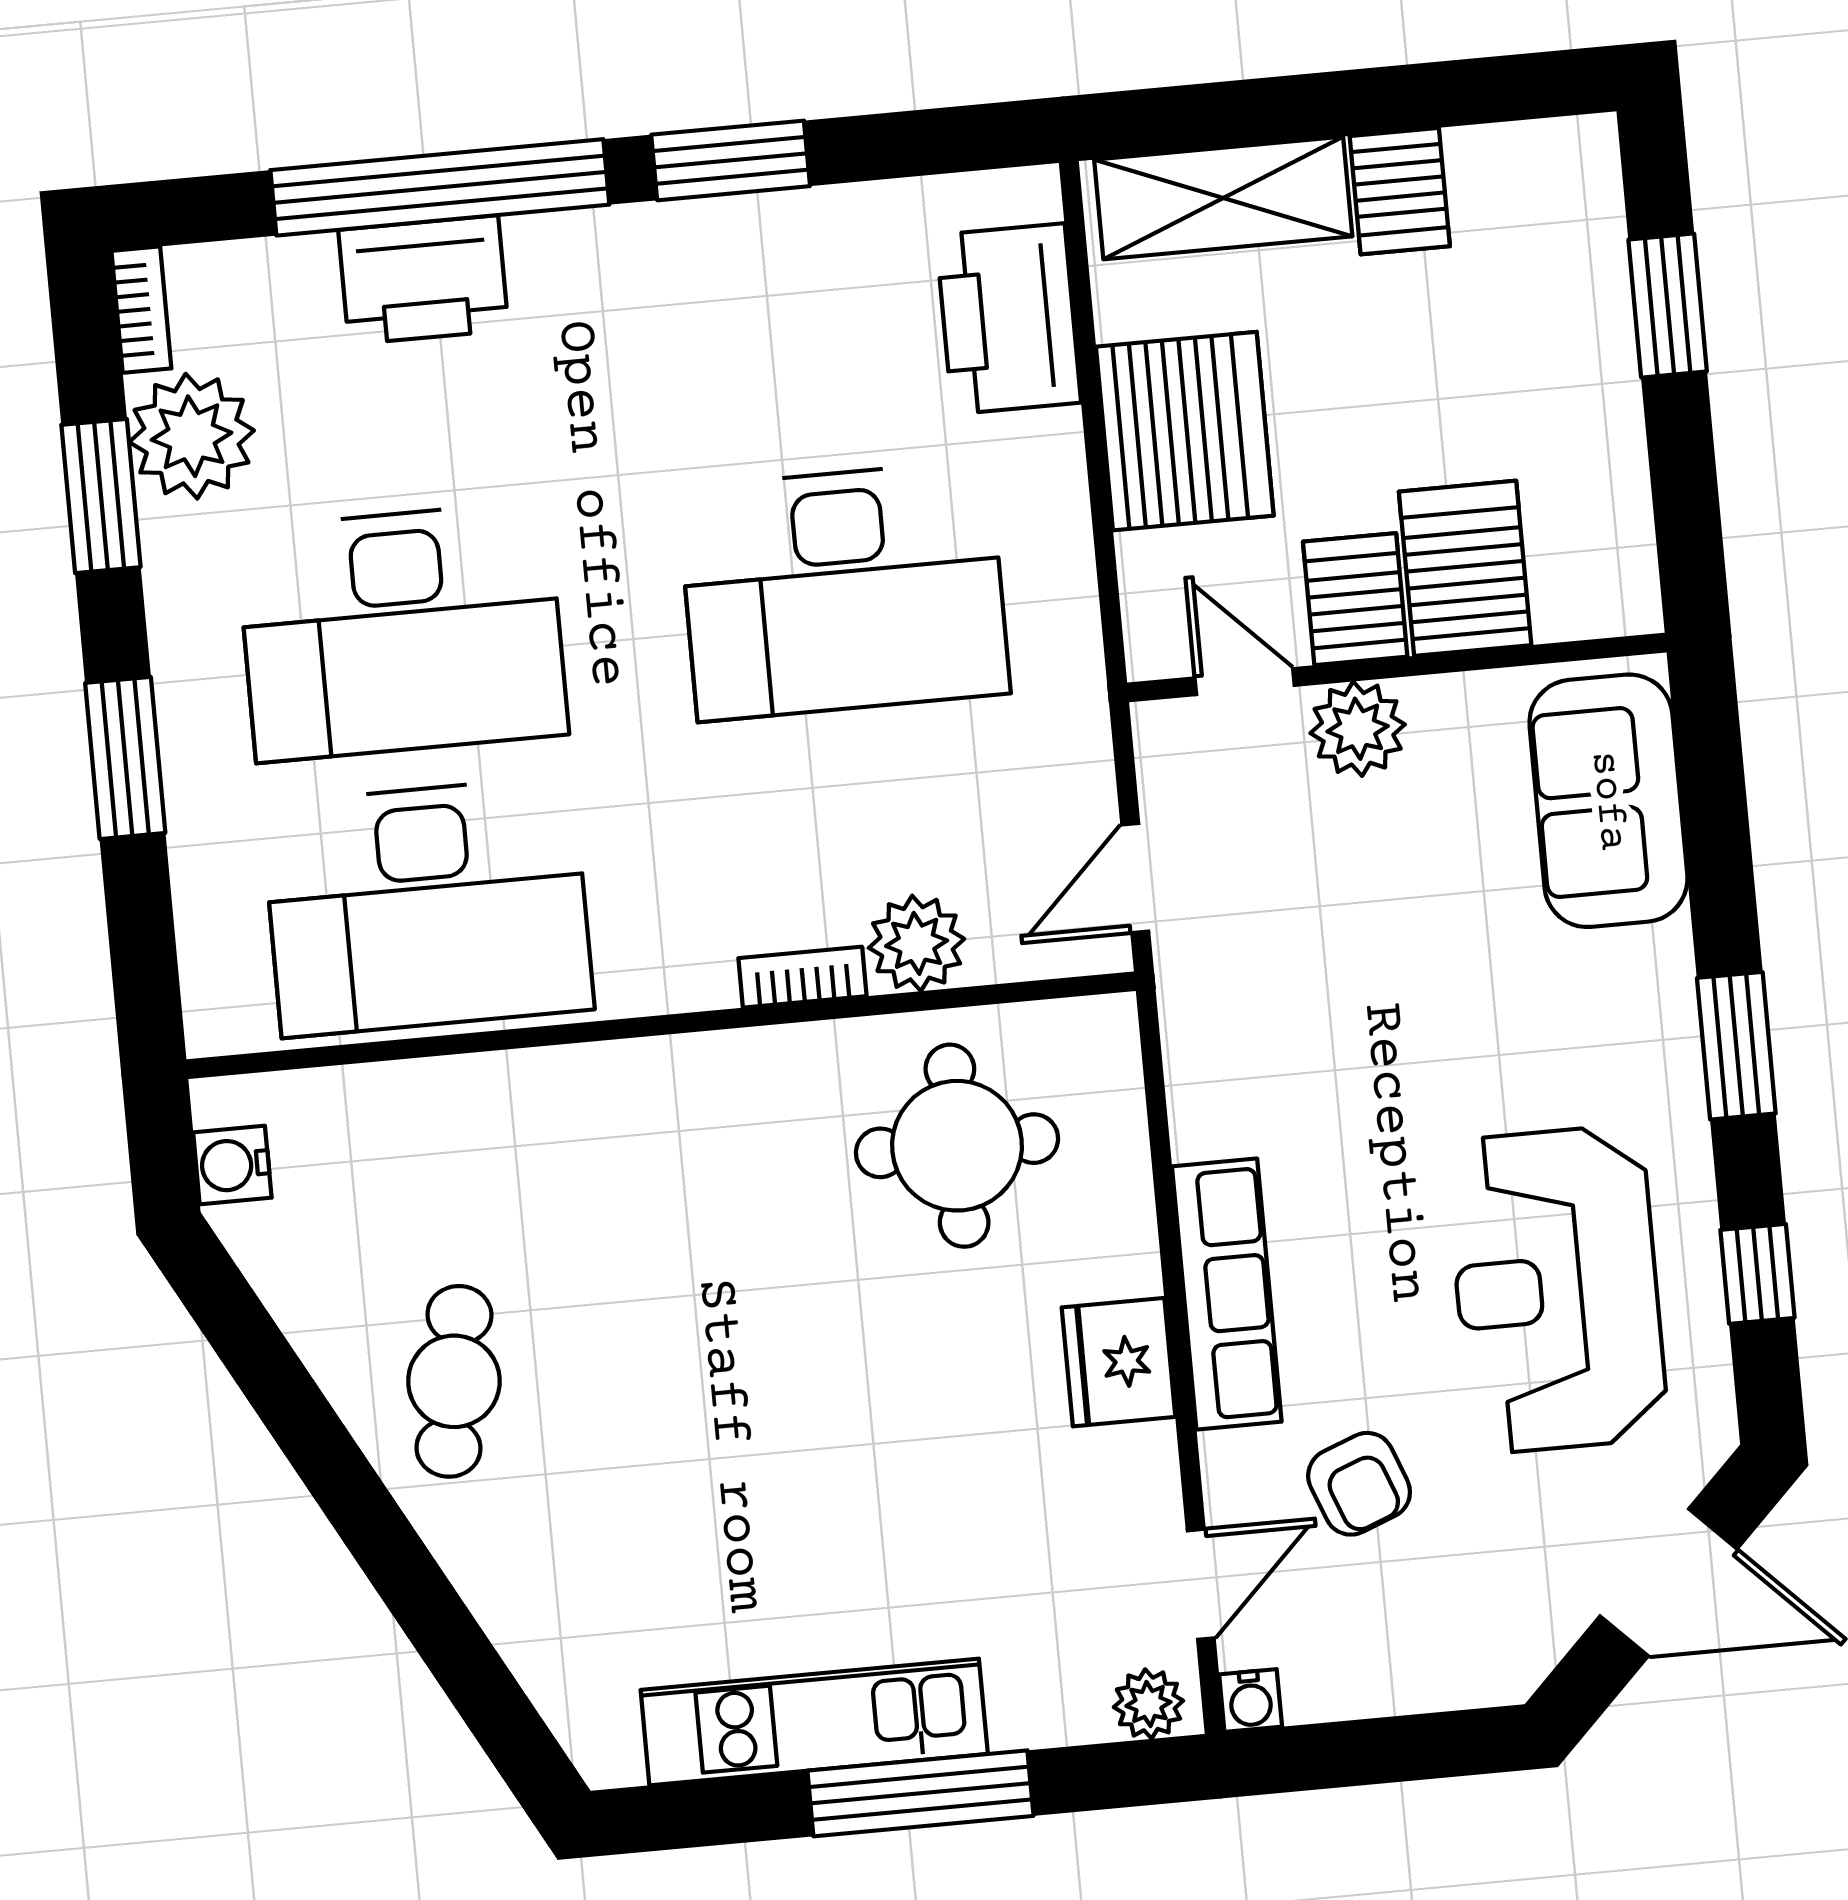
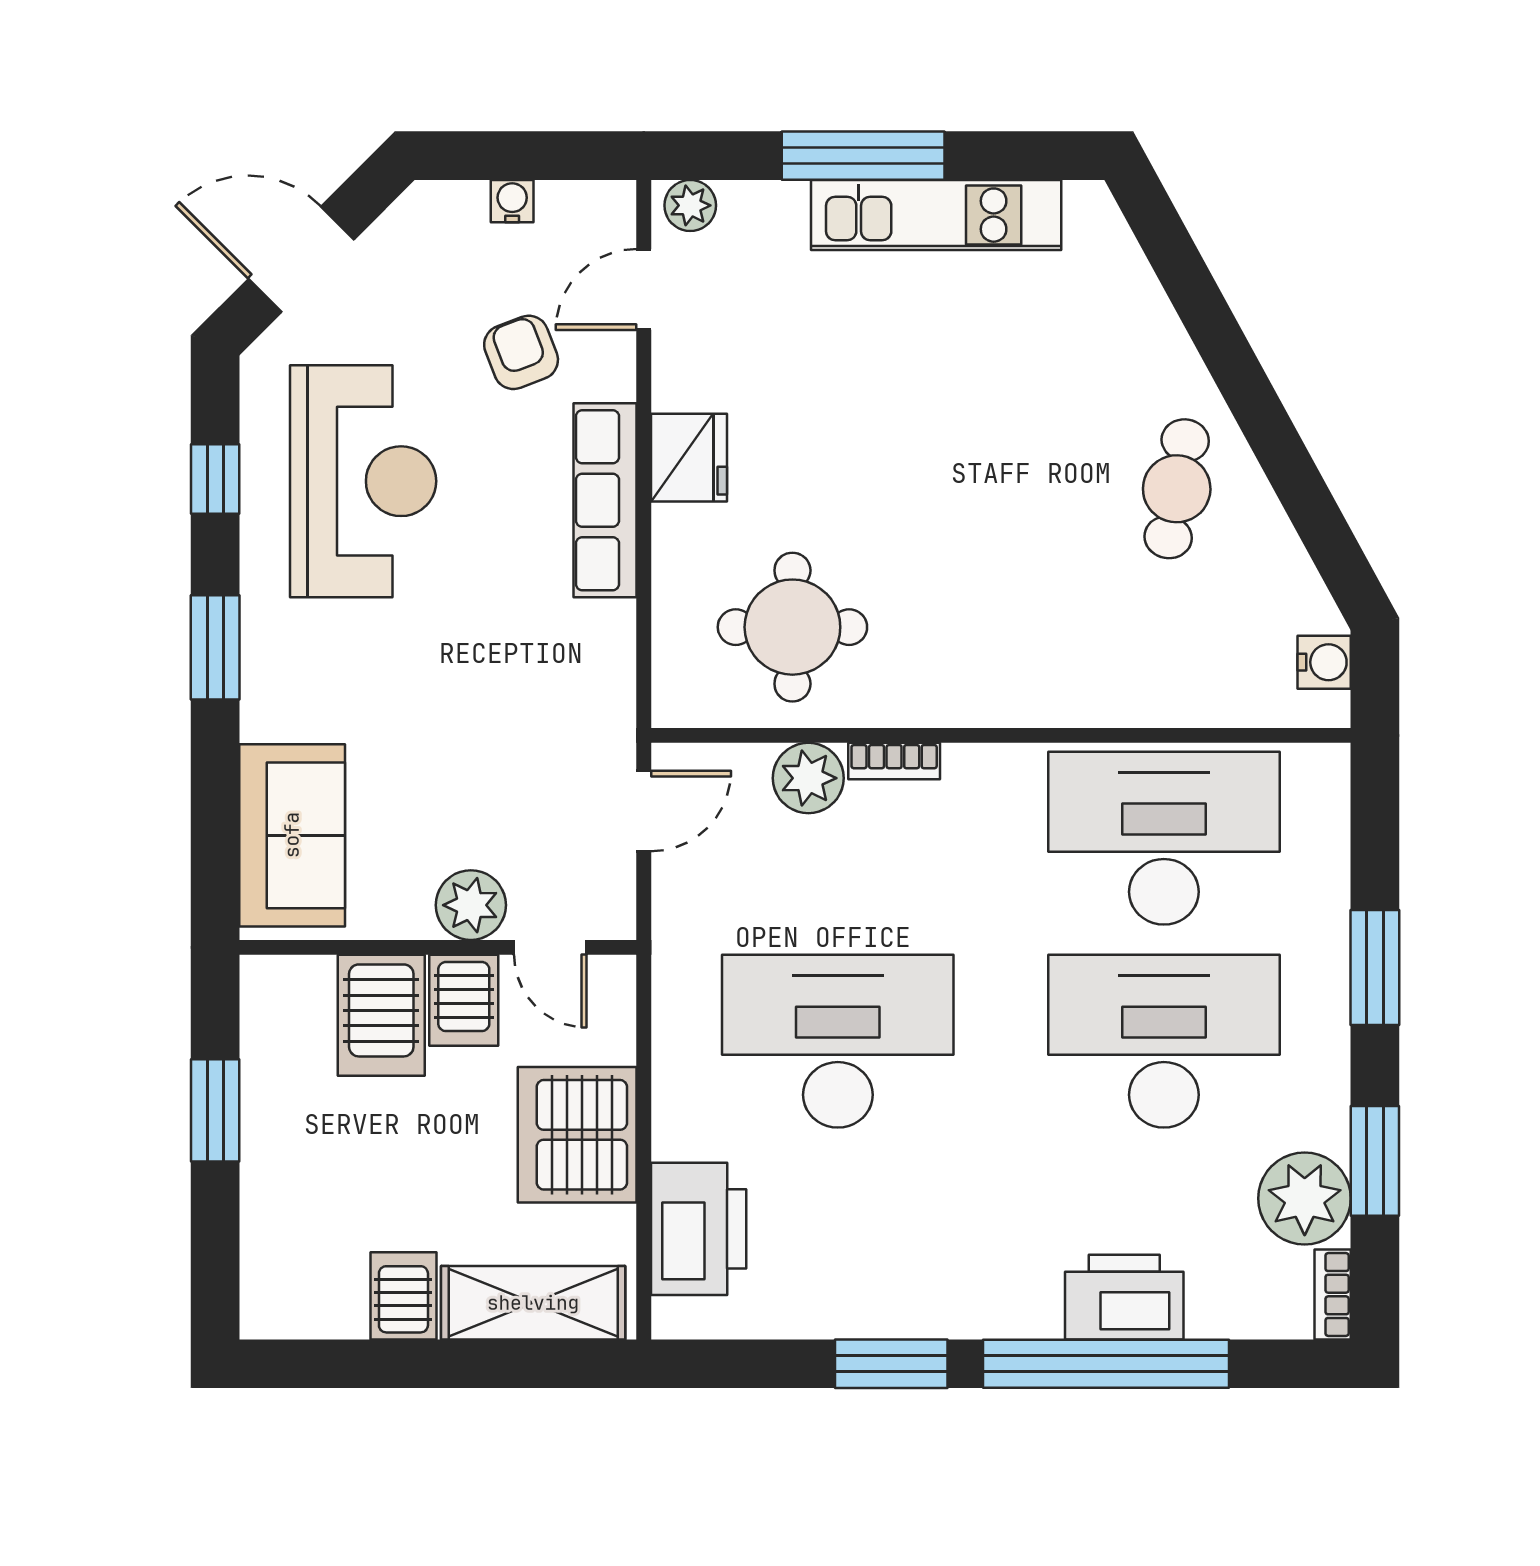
window: (1668, 306) -> (215, 1110), moved
water cooler: (1251, 1701) -> (512, 201), moved

